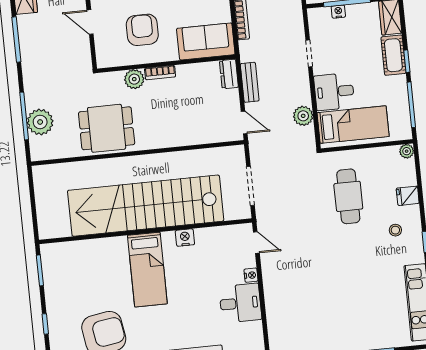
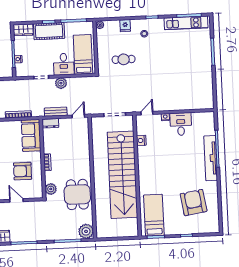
door: (90, 22) -> (16, 200), swing flipped
cot: (393, 55) -> (49, 31), width x1.37, depth x1.34
plant: (134, 79) -> (51, 189), moved
plant: (303, 116) -> (61, 83), moved
plant: (40, 122) -> (86, 231), moved
cafe table: (348, 196) -> (124, 59), width x0.73, depth x0.74
nightstand: (185, 238) -> (141, 140), moved
bed: (147, 270) -> (154, 215), moved, turned -90

